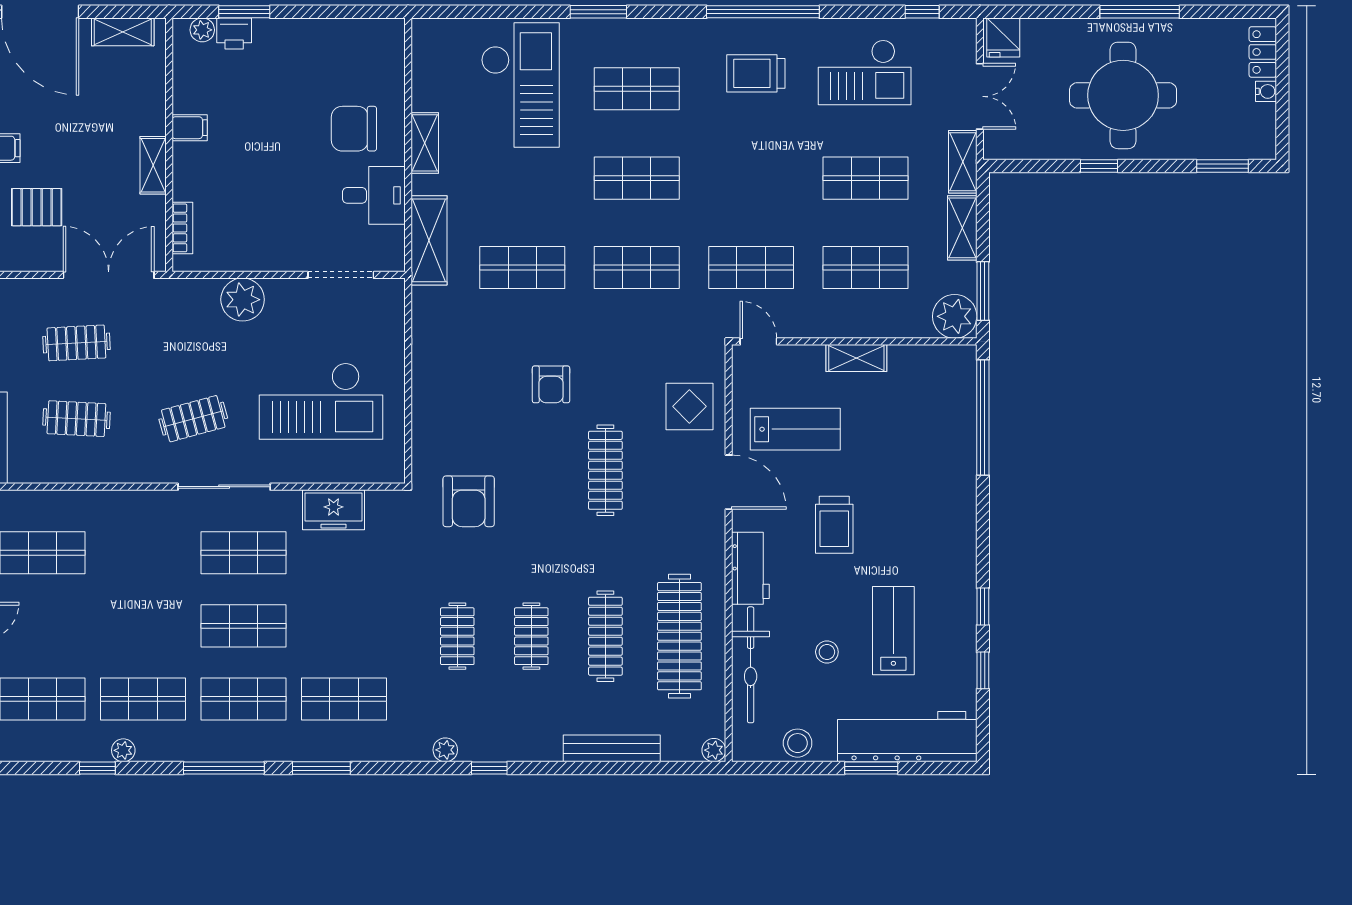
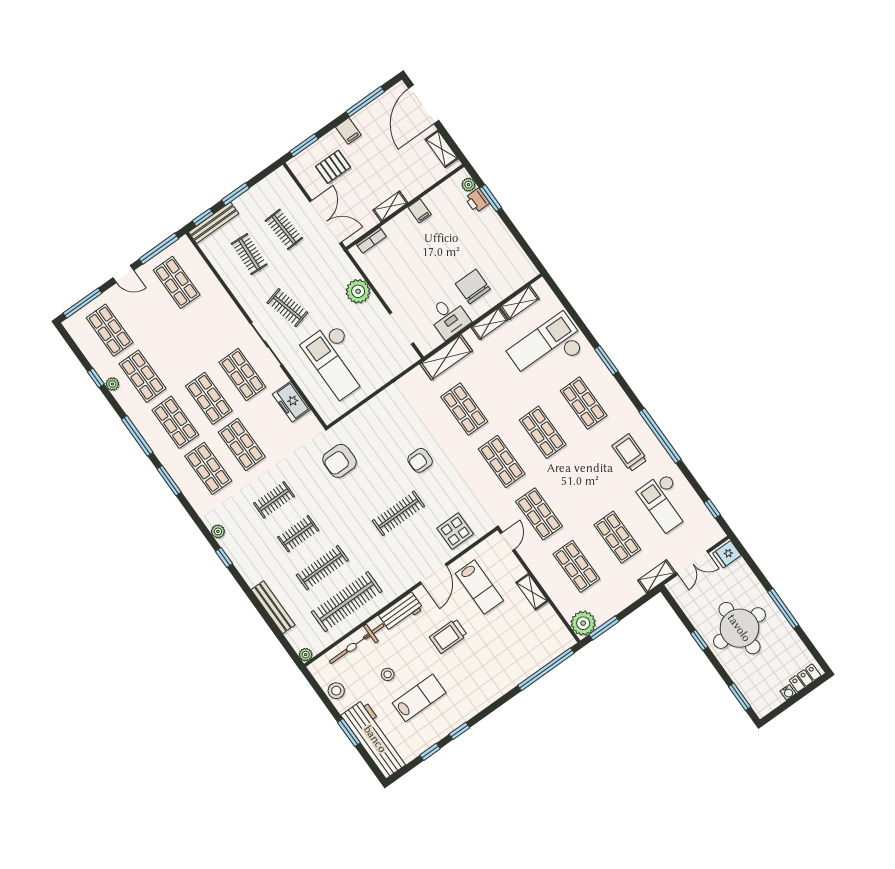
checkout: (520, 85) -> (547, 348), turned 180
pallet: (37, 207) -> (333, 167), turned 90
shelving: (962, 228) -> (520, 303), moved
shop shelf: (344, 626) -> (242, 444), added

